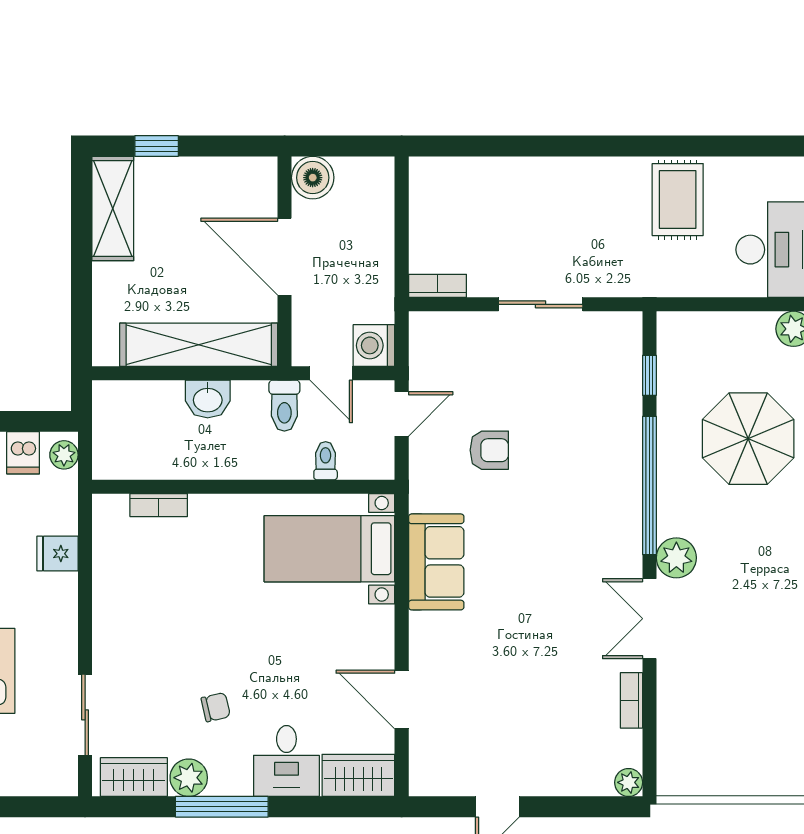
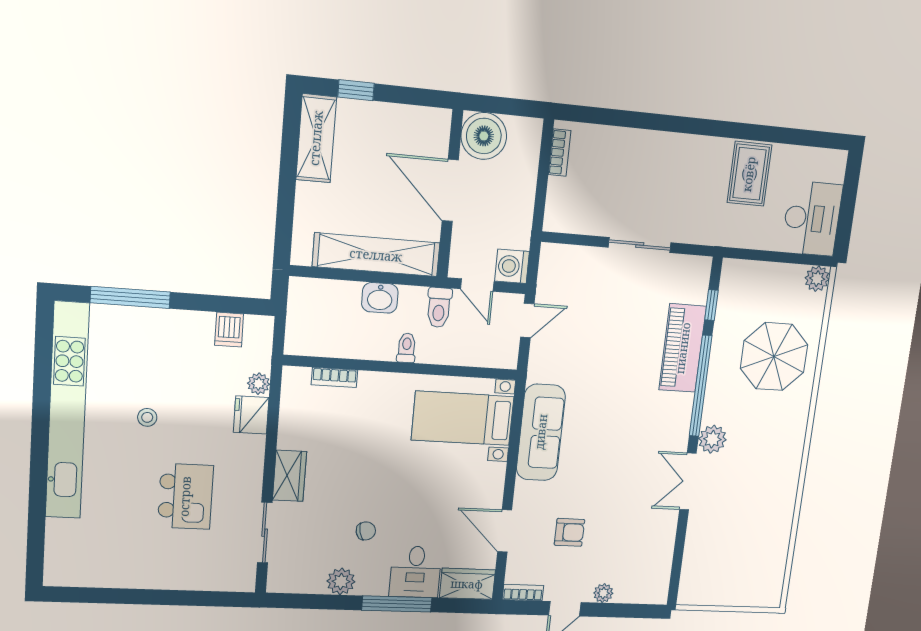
boiler: (313, 178) -> (484, 136), width x1.37, depth x1.37
bookcase: (437, 286) -> (560, 153), moved, turned 90
piano: (617, 436) -> (683, 348), added
armchair: (489, 450) -> (569, 532), moved
plant: (64, 455) -> (259, 384), moved
toilet: (326, 461) -> (407, 348), moved
fridge: (57, 554) -> (251, 415), width x1.38
sofa: (436, 562) -> (541, 432), width x1.36
bookcase: (631, 700) -> (523, 593), moved, turned 90
wardrobe: (134, 777) -> (289, 476), moved, turned 90
plant: (629, 782) -> (603, 593), moved
window: (222, 807) -> (397, 604), moved

